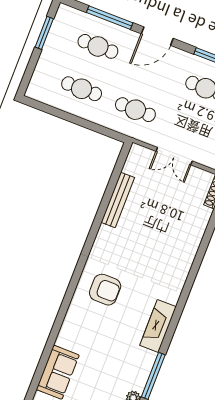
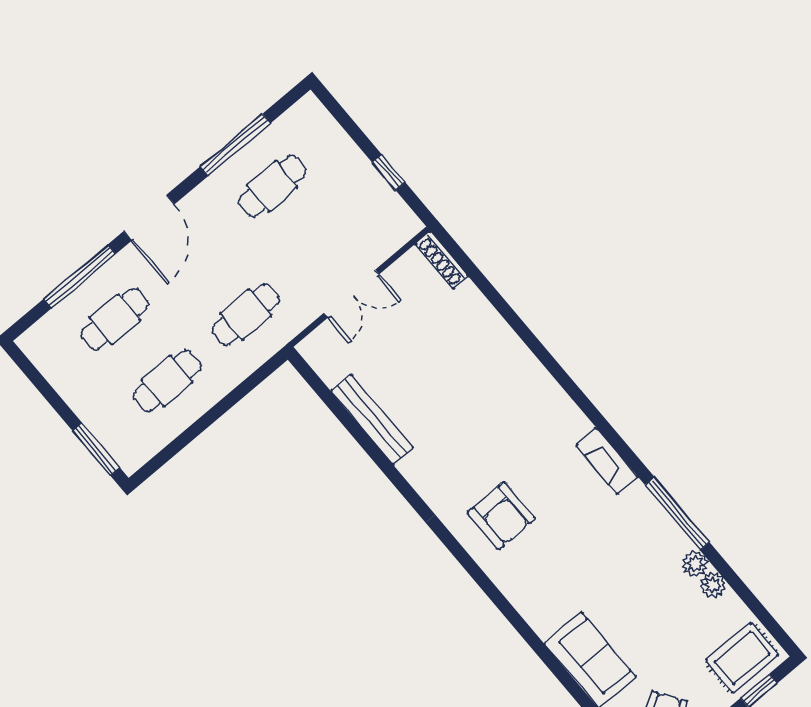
window: (44, 33) -> (96, 449), moved
armchair: (105, 290) -> (501, 516), turned 90
fireplace: (158, 326) -> (607, 461), width x0.73, depth x0.76

